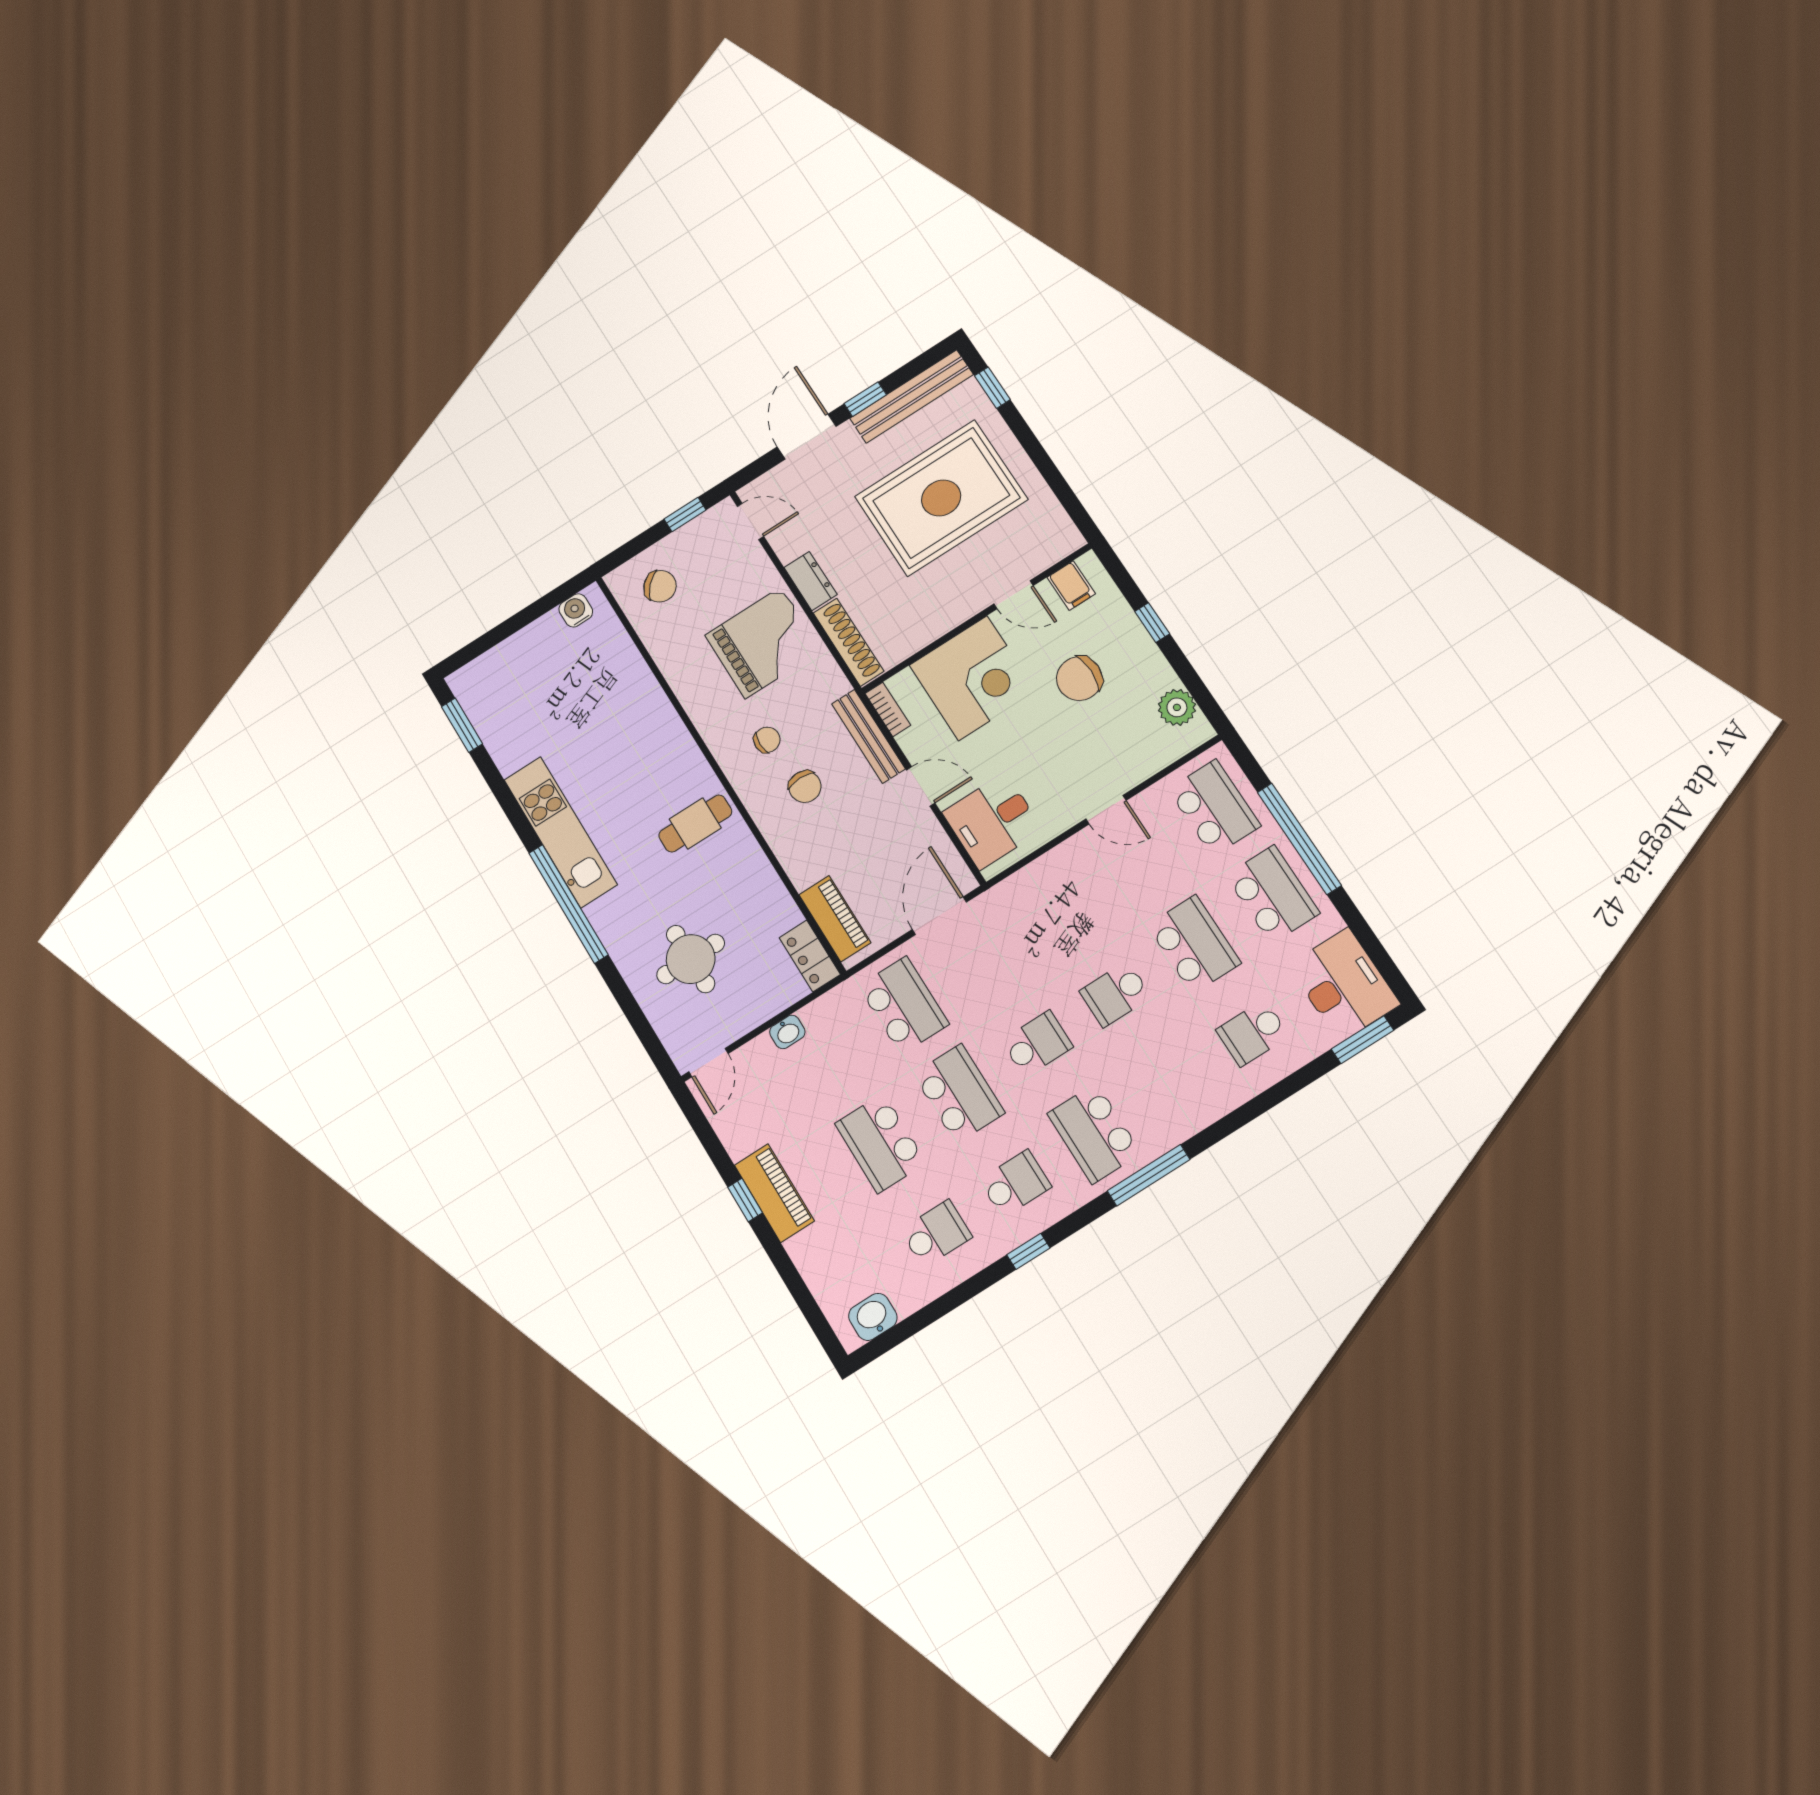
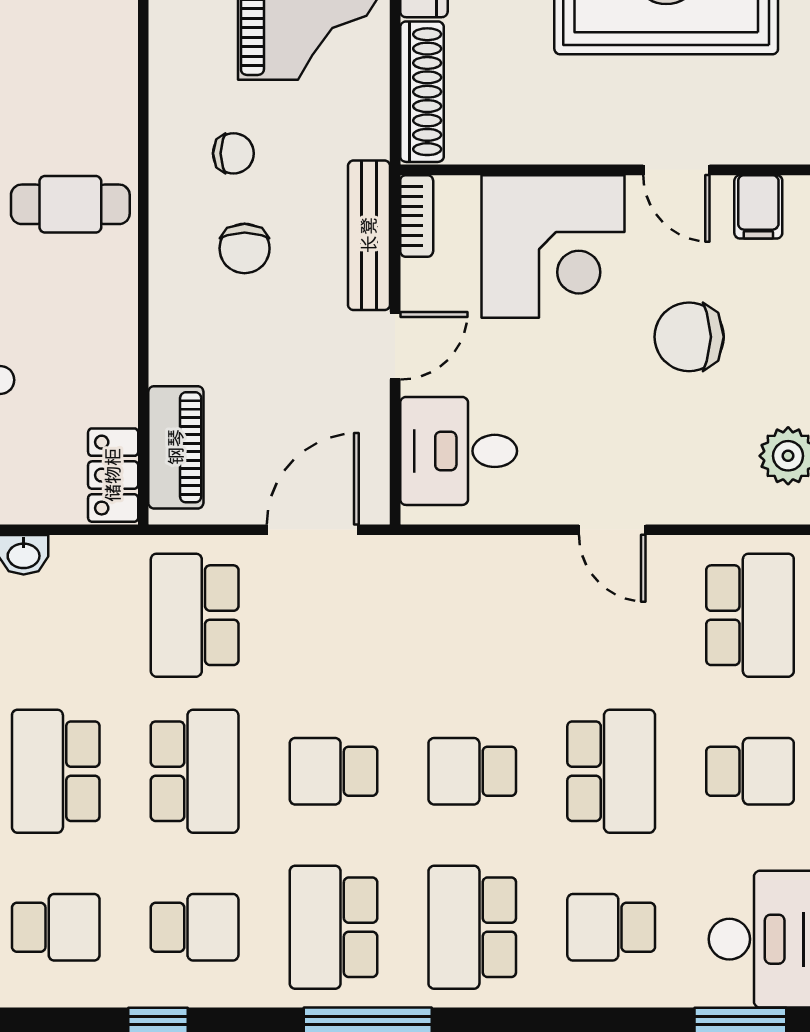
door: (921, 786) -> (395, 346), hinge flipped
school desk: (1273, 894) -> (750, 771), width x0.54
school desk: (904, 1005) -> (195, 615), turned 180
school desk: (1037, 1044) -> (333, 771), turned 180
school desk: (1173, 1083) -> (472, 927), added

